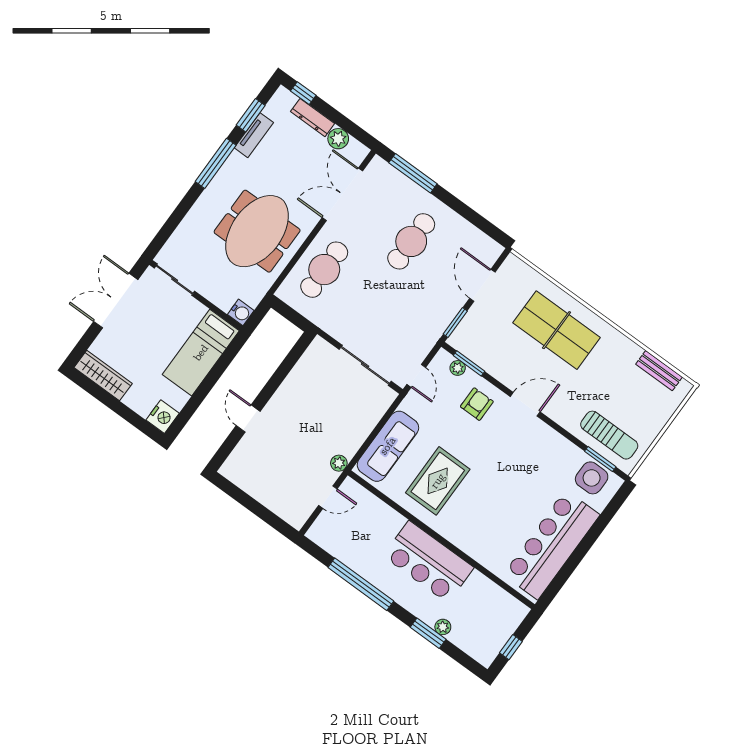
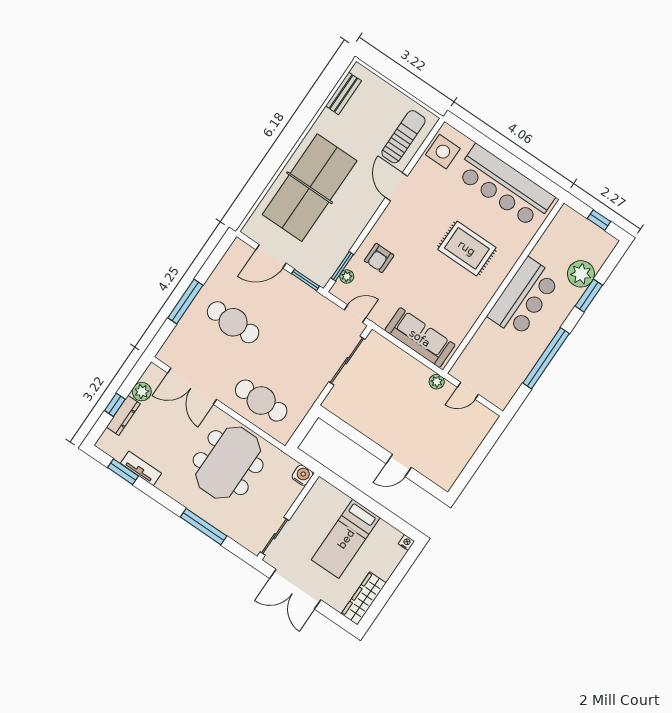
window: (303, 93) -> (115, 405), moved
window: (216, 163) -> (204, 527), moved
window: (413, 173) -> (185, 302), moved
meeting table: (257, 231) -> (228, 463), turned 90
table tennis table: (557, 330) -> (310, 188), width x1.36, depth x1.32
bed: (201, 353) -> (346, 539), moved, turned 90
armchair: (477, 404) -> (379, 258), turned -90
door: (525, 404) -> (396, 187), moved
nightstand: (163, 417) -> (406, 543), width x0.53, depth x0.56
window: (600, 459) -> (425, 144), removed
rug: (438, 481) -> (467, 248), moved
door: (328, 497) -> (468, 391), swing flipped
plant: (443, 627) -> (581, 274), width x1.88, depth x1.88

